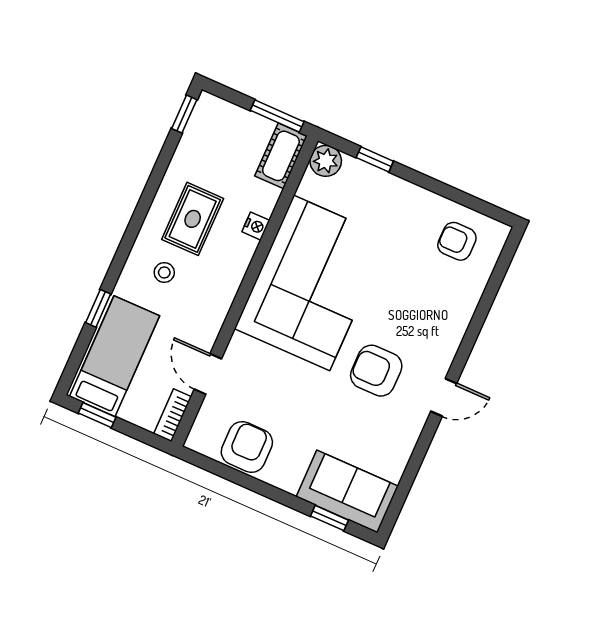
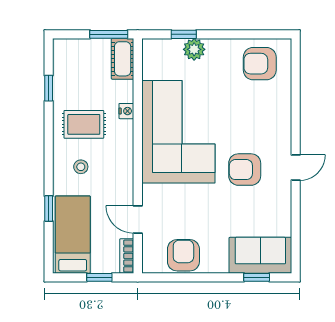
window: (184, 114) -> (49, 88), moved
plant: (326, 161) -> (194, 49), moved
rug: (193, 219) -> (84, 124), turned 90
armchair: (457, 241) -> (260, 64), width x1.38, depth x1.38
window: (97, 415) -> (99, 277), moved

